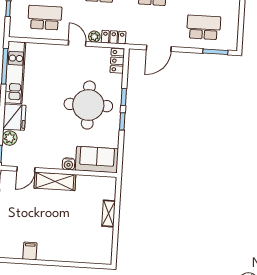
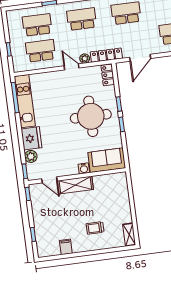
locker: (114, 37) -> (106, 55), width x1.53
door: (26, 169) -> (49, 180), hinge flipped
shelving: (109, 214) -> (129, 235), moved
trolley: (68, 236) -> (95, 228), added

